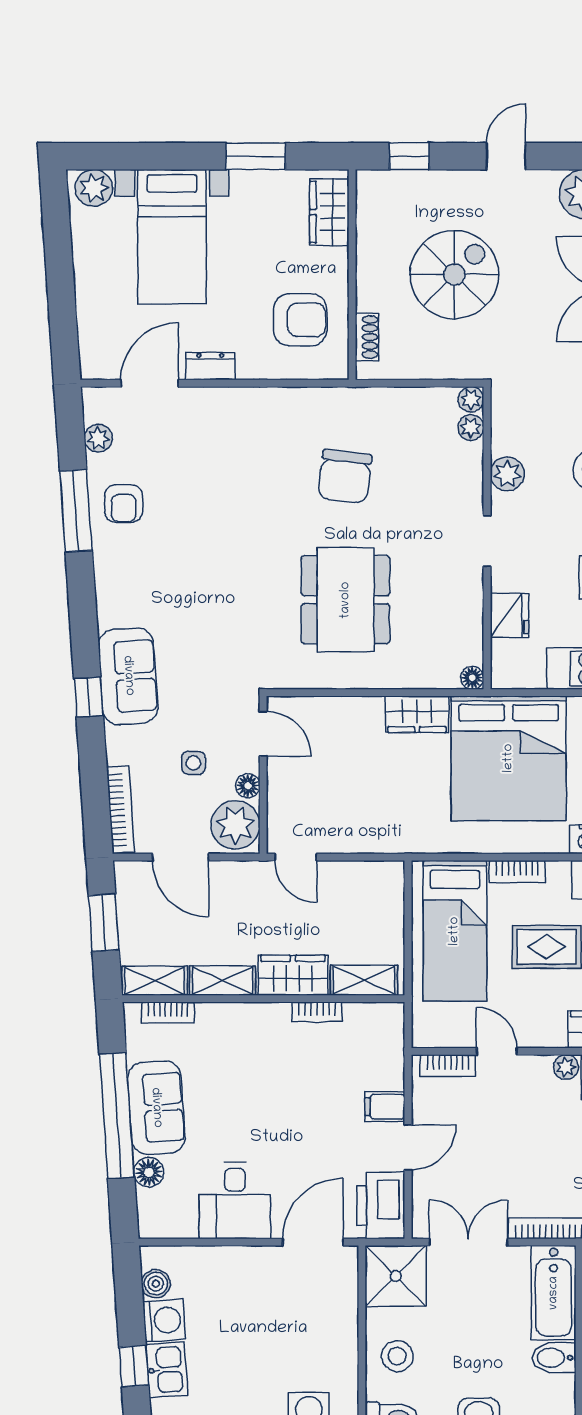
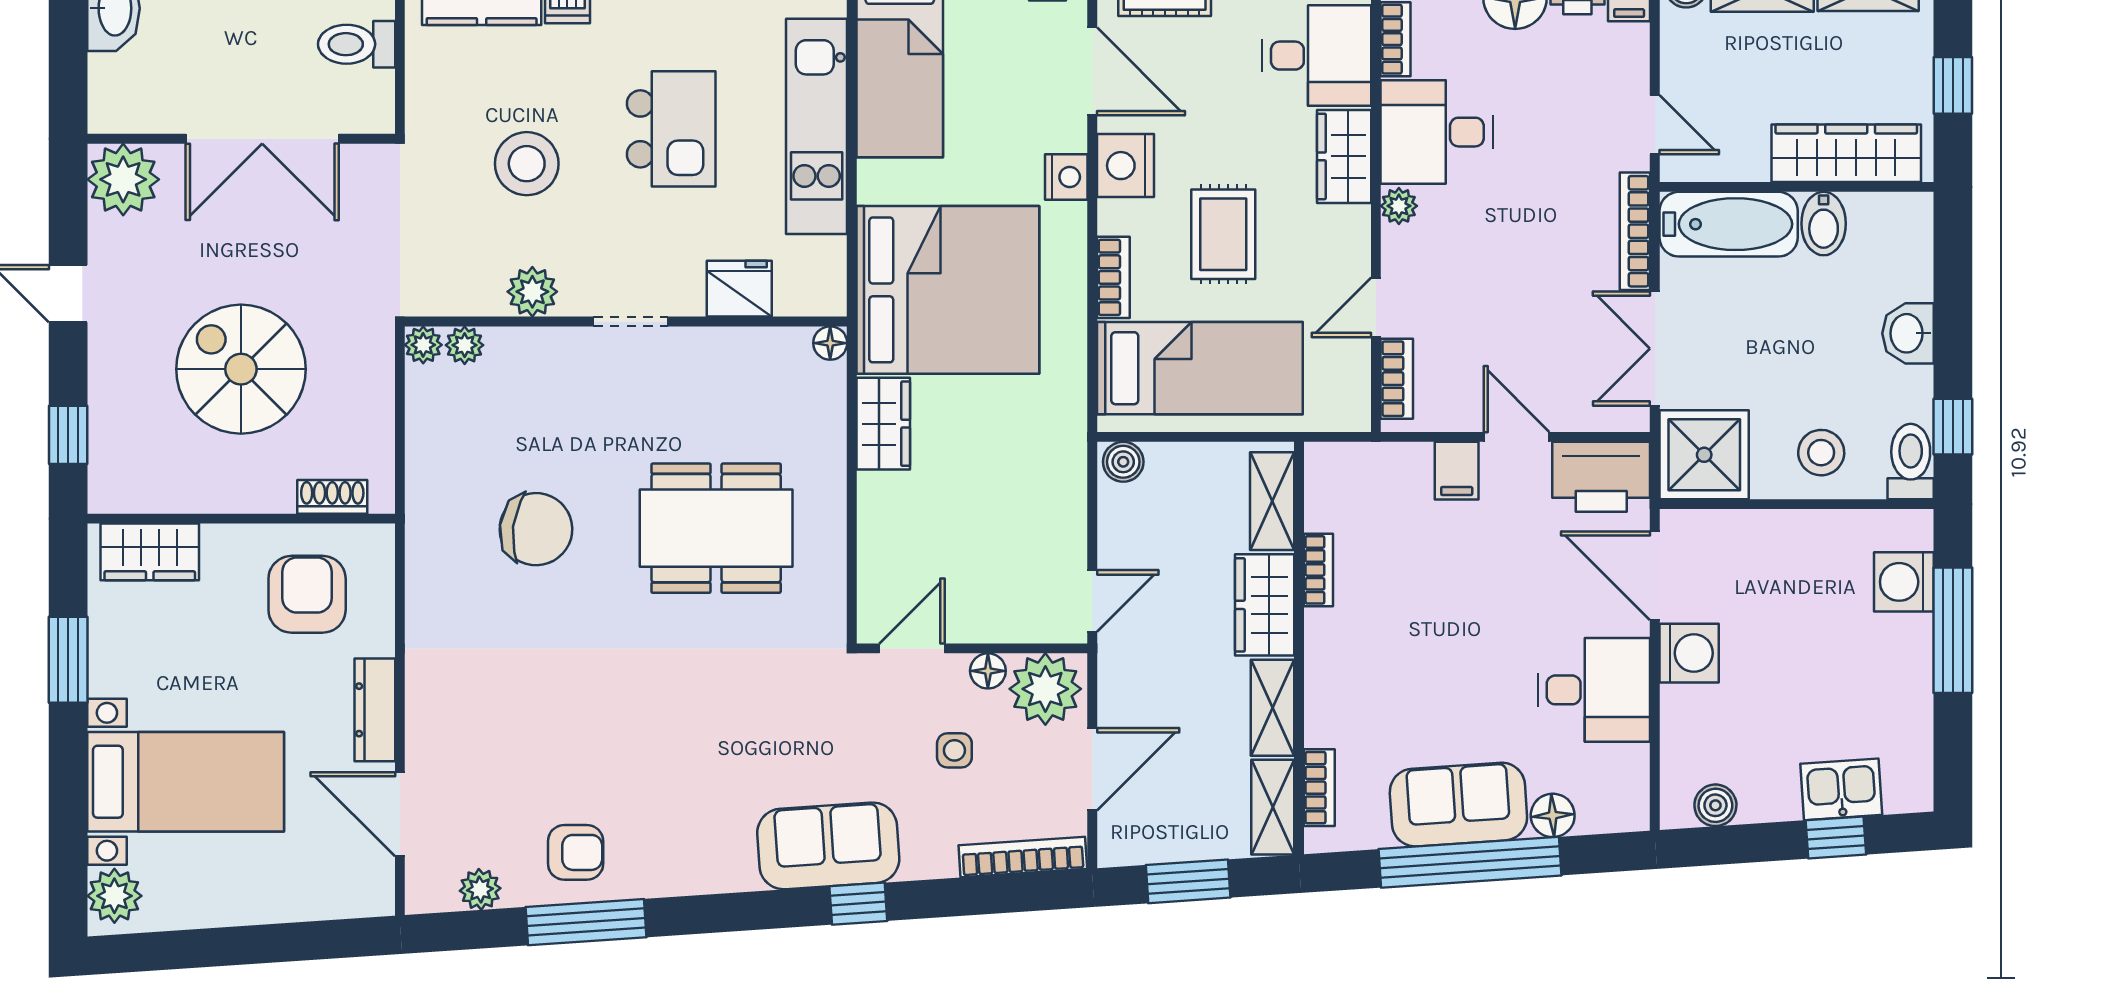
dresser: (210, 366) -> (375, 710), width x1.44
boiler: (391, 878) -> (1123, 462), added
washing machine: (164, 1320) -> (1689, 653), moved, turned 94

